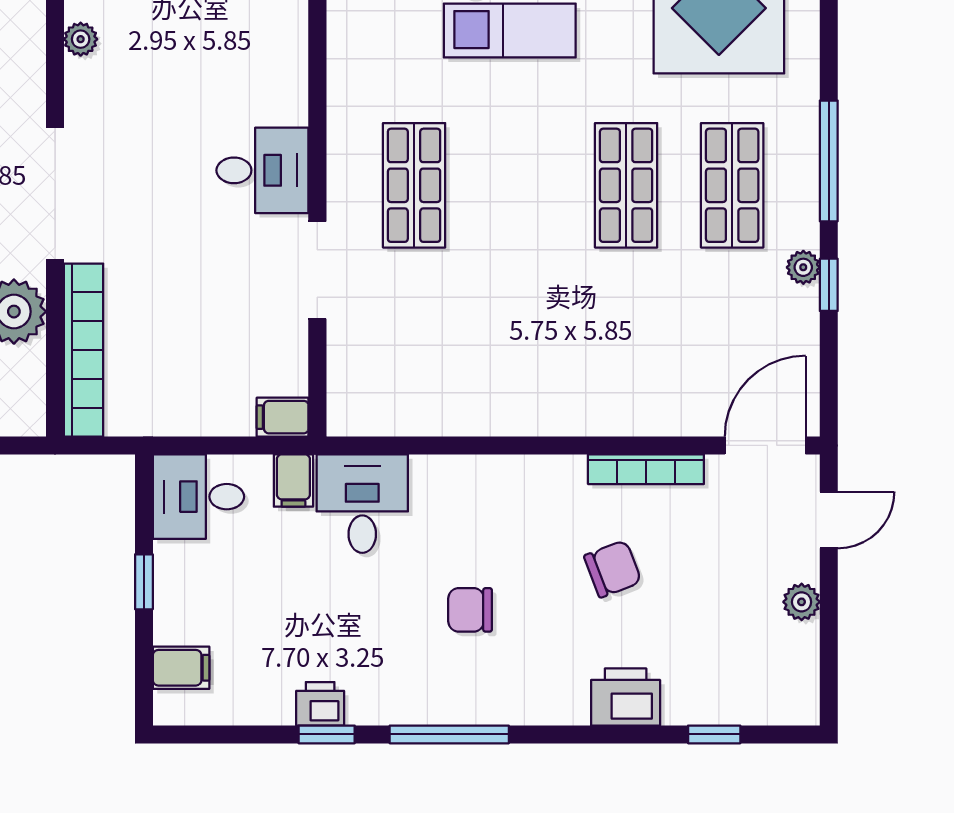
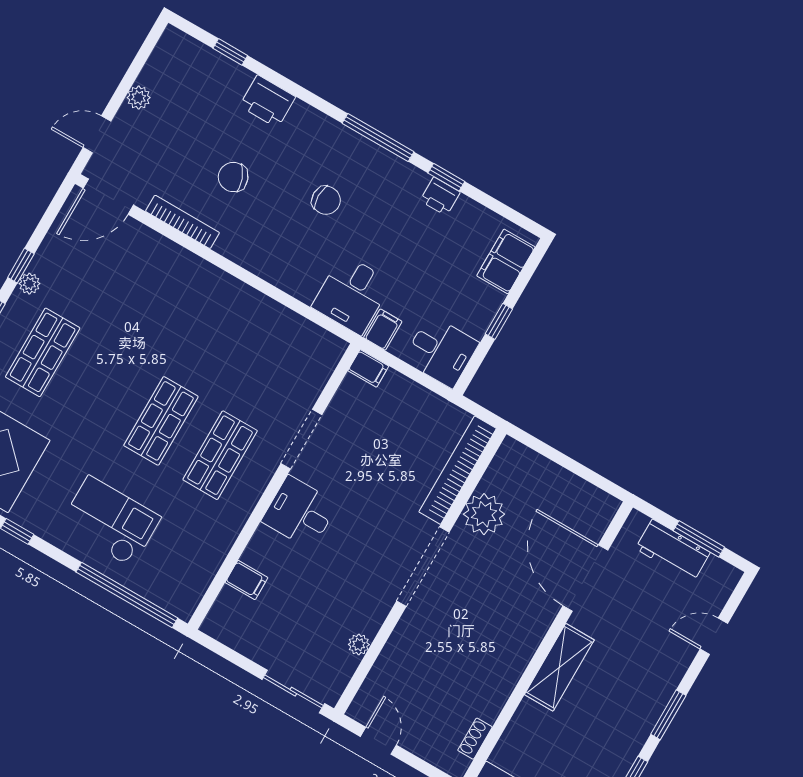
filing cabinet: (281, 38) -> (246, 580), added
shop shelf: (626, 185) -> (161, 421), moved
filing cabinet: (181, 668) -> (506, 261), width x2.00

